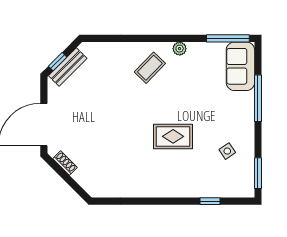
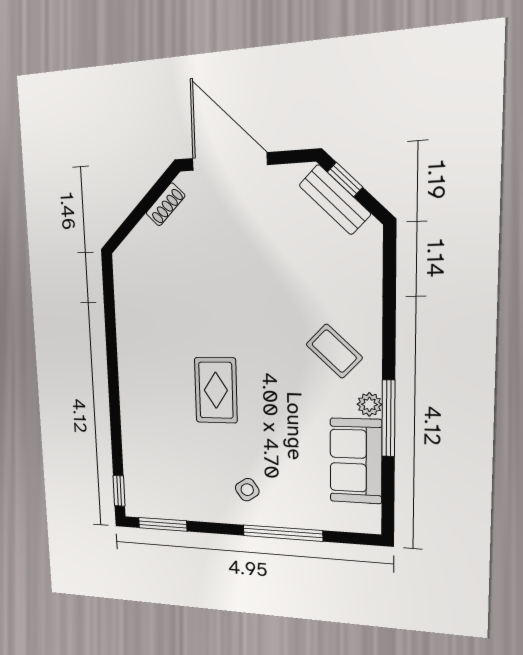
window: (228, 38) -> (388, 418), moved
sofa: (240, 66) -> (356, 461), moved, turned -90
side table: (227, 151) -> (247, 490), moved
window: (210, 201) -> (119, 491), moved

